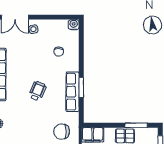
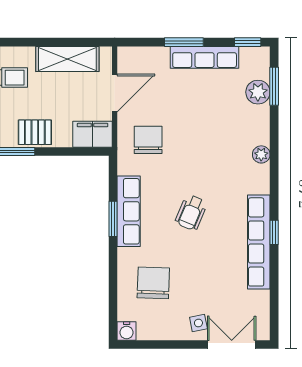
chair: (59, 52) -> (153, 283), width x1.87, depth x1.87
chair: (62, 132) -> (148, 140), turned -90

